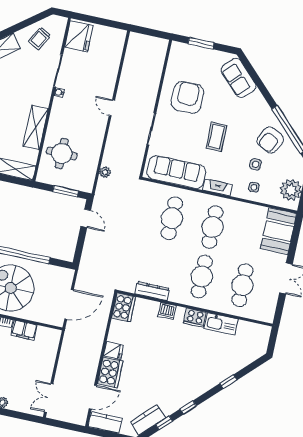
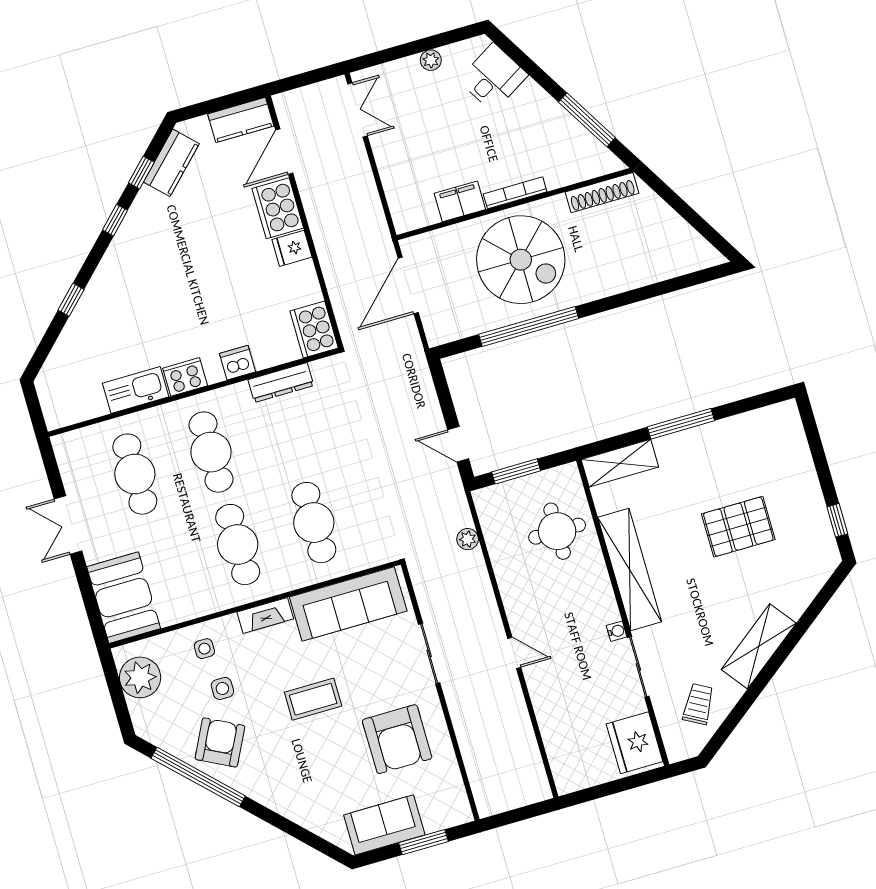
sofa: (239, 78) -> (384, 825), moved, turned -45
shelving: (36, 127) -> (630, 569), width x1.47
coffee table: (216, 137) -> (313, 699), turned 90

